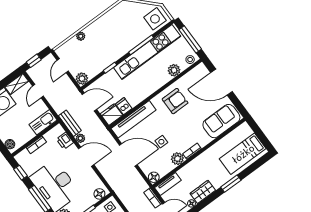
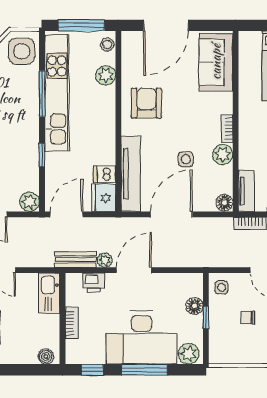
floor lamp: (99, 194) -> (194, 306), moved

